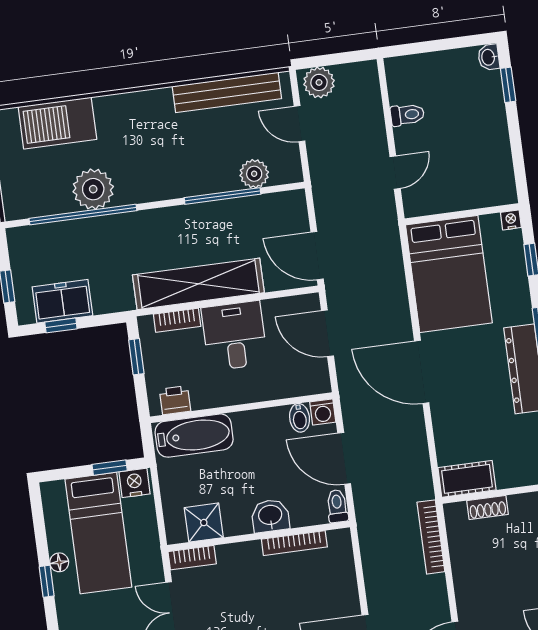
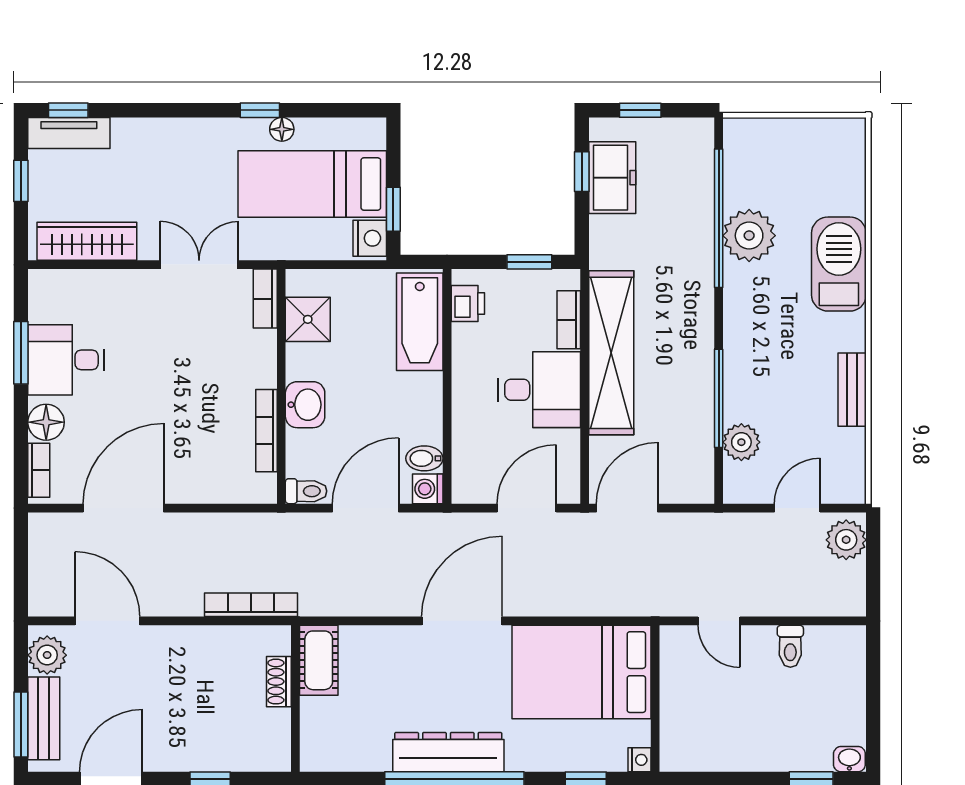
bench: (227, 92) -> (852, 390), width x0.54, depth x0.82
barbecue: (57, 123) -> (839, 264), moved

